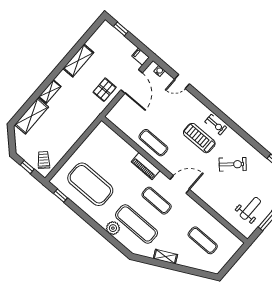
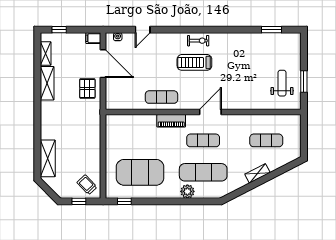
shelving: (50, 92) -> (46, 54), moved
exercise bike: (233, 164) -> (238, 60), removed
shelving: (165, 257) -> (257, 173), moved

